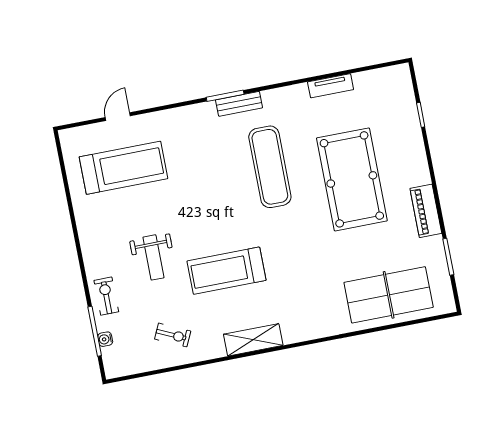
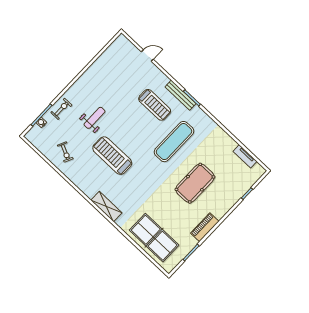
tv unit: (331, 86) -> (245, 156), moved
bench: (239, 104) -> (180, 95), moved, width x1.36
treadmill: (124, 168) -> (155, 105), moved, width x0.73, depth x0.73
pool table: (352, 179) -> (195, 183), width x0.73, depth x0.76
weight bench: (153, 257) -> (95, 118), turned 180
shelving: (253, 340) -> (106, 207), moved

